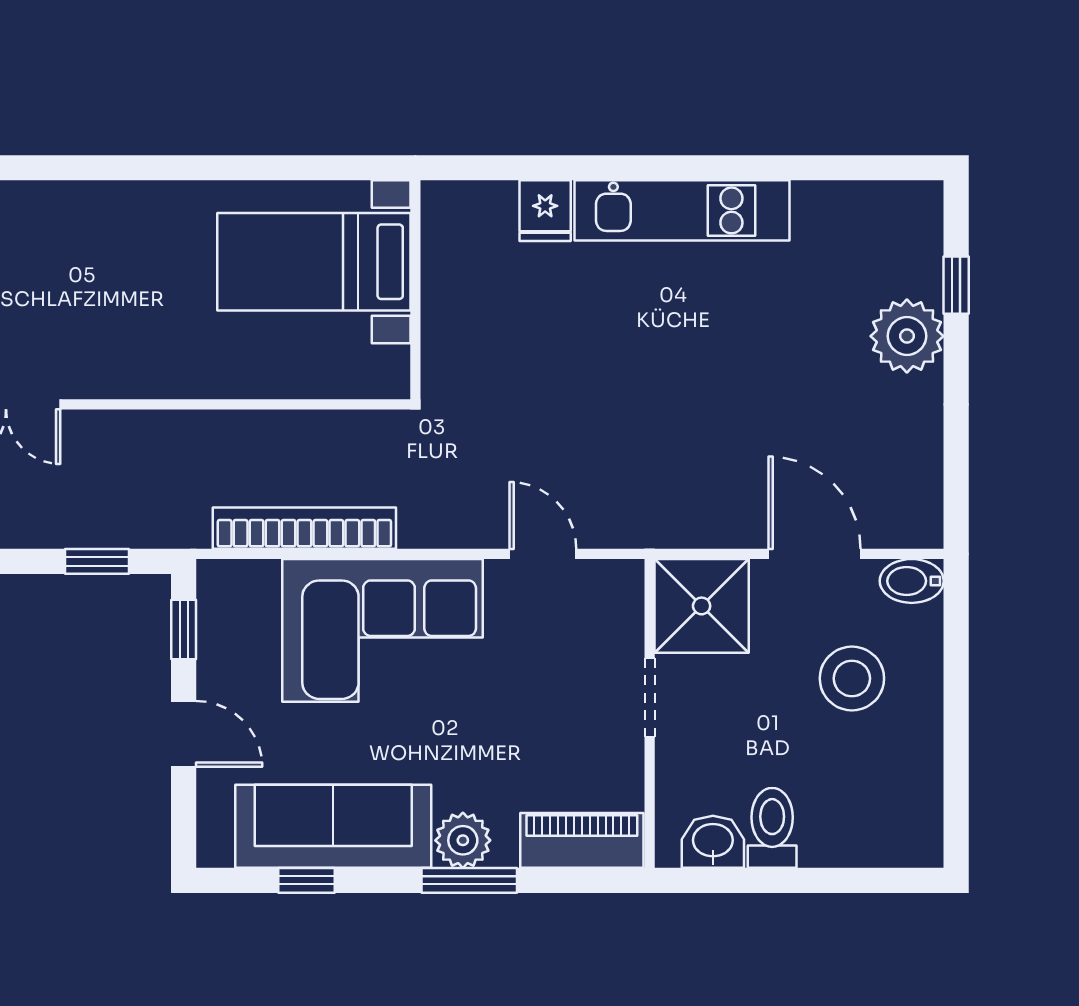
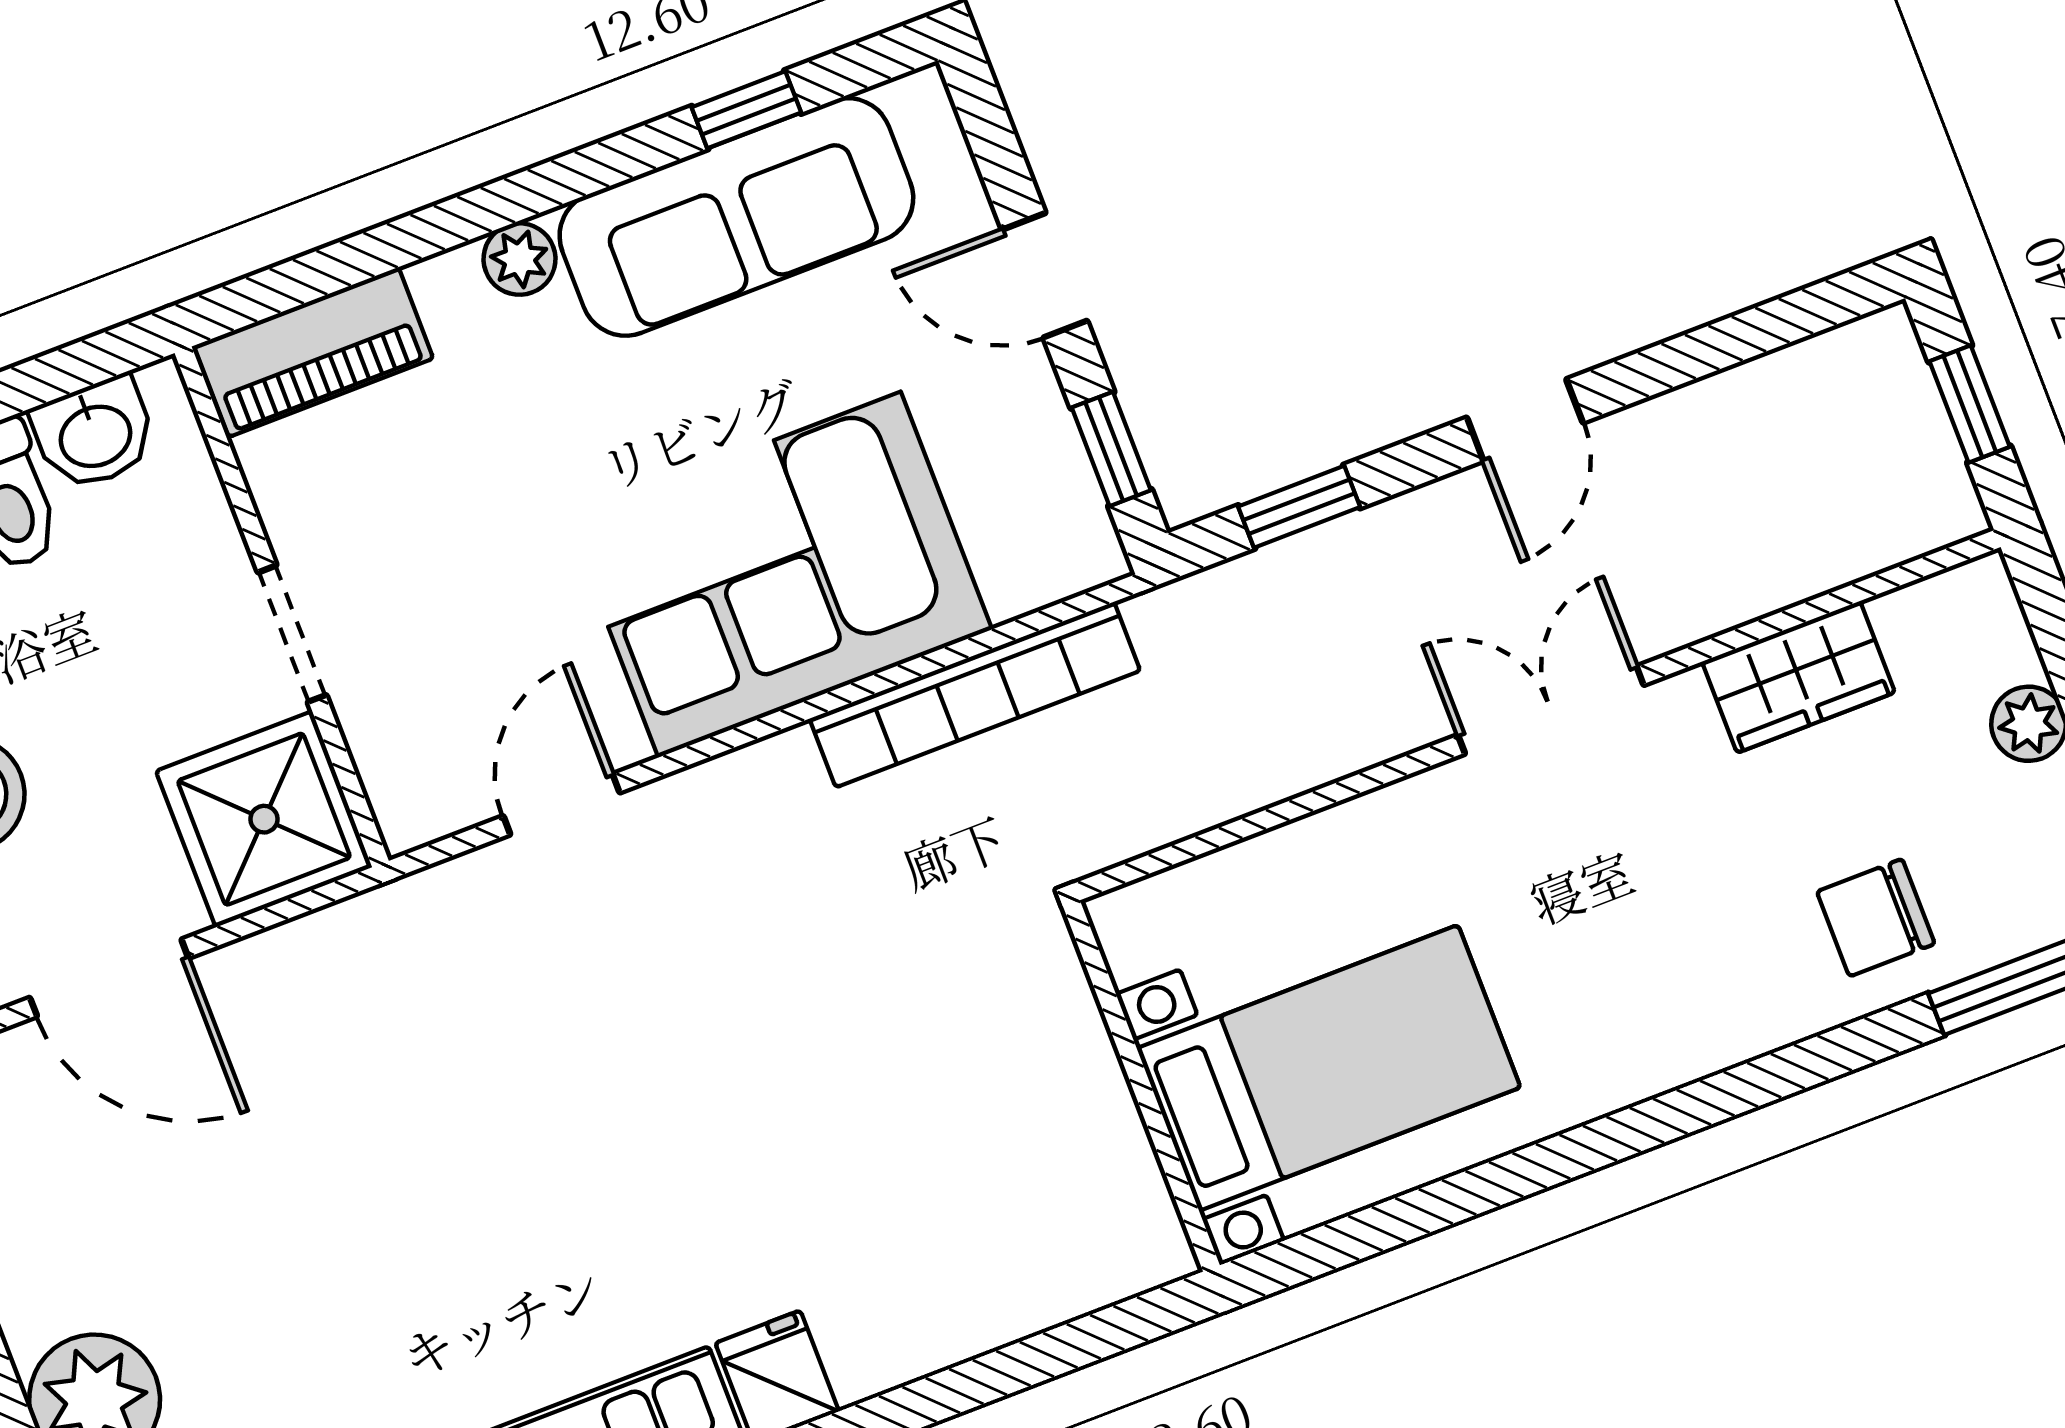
bed with nightstands: (314, 262) -> (1328, 1068), moved
wall: (415, 290) -> (1142, 1086), moved
door: (543, 554) -> (561, 804), swing flipped
plant: (463, 840) -> (519, 259), width x0.73, depth x0.73
window: (469, 880) -> (475, 214), removed

